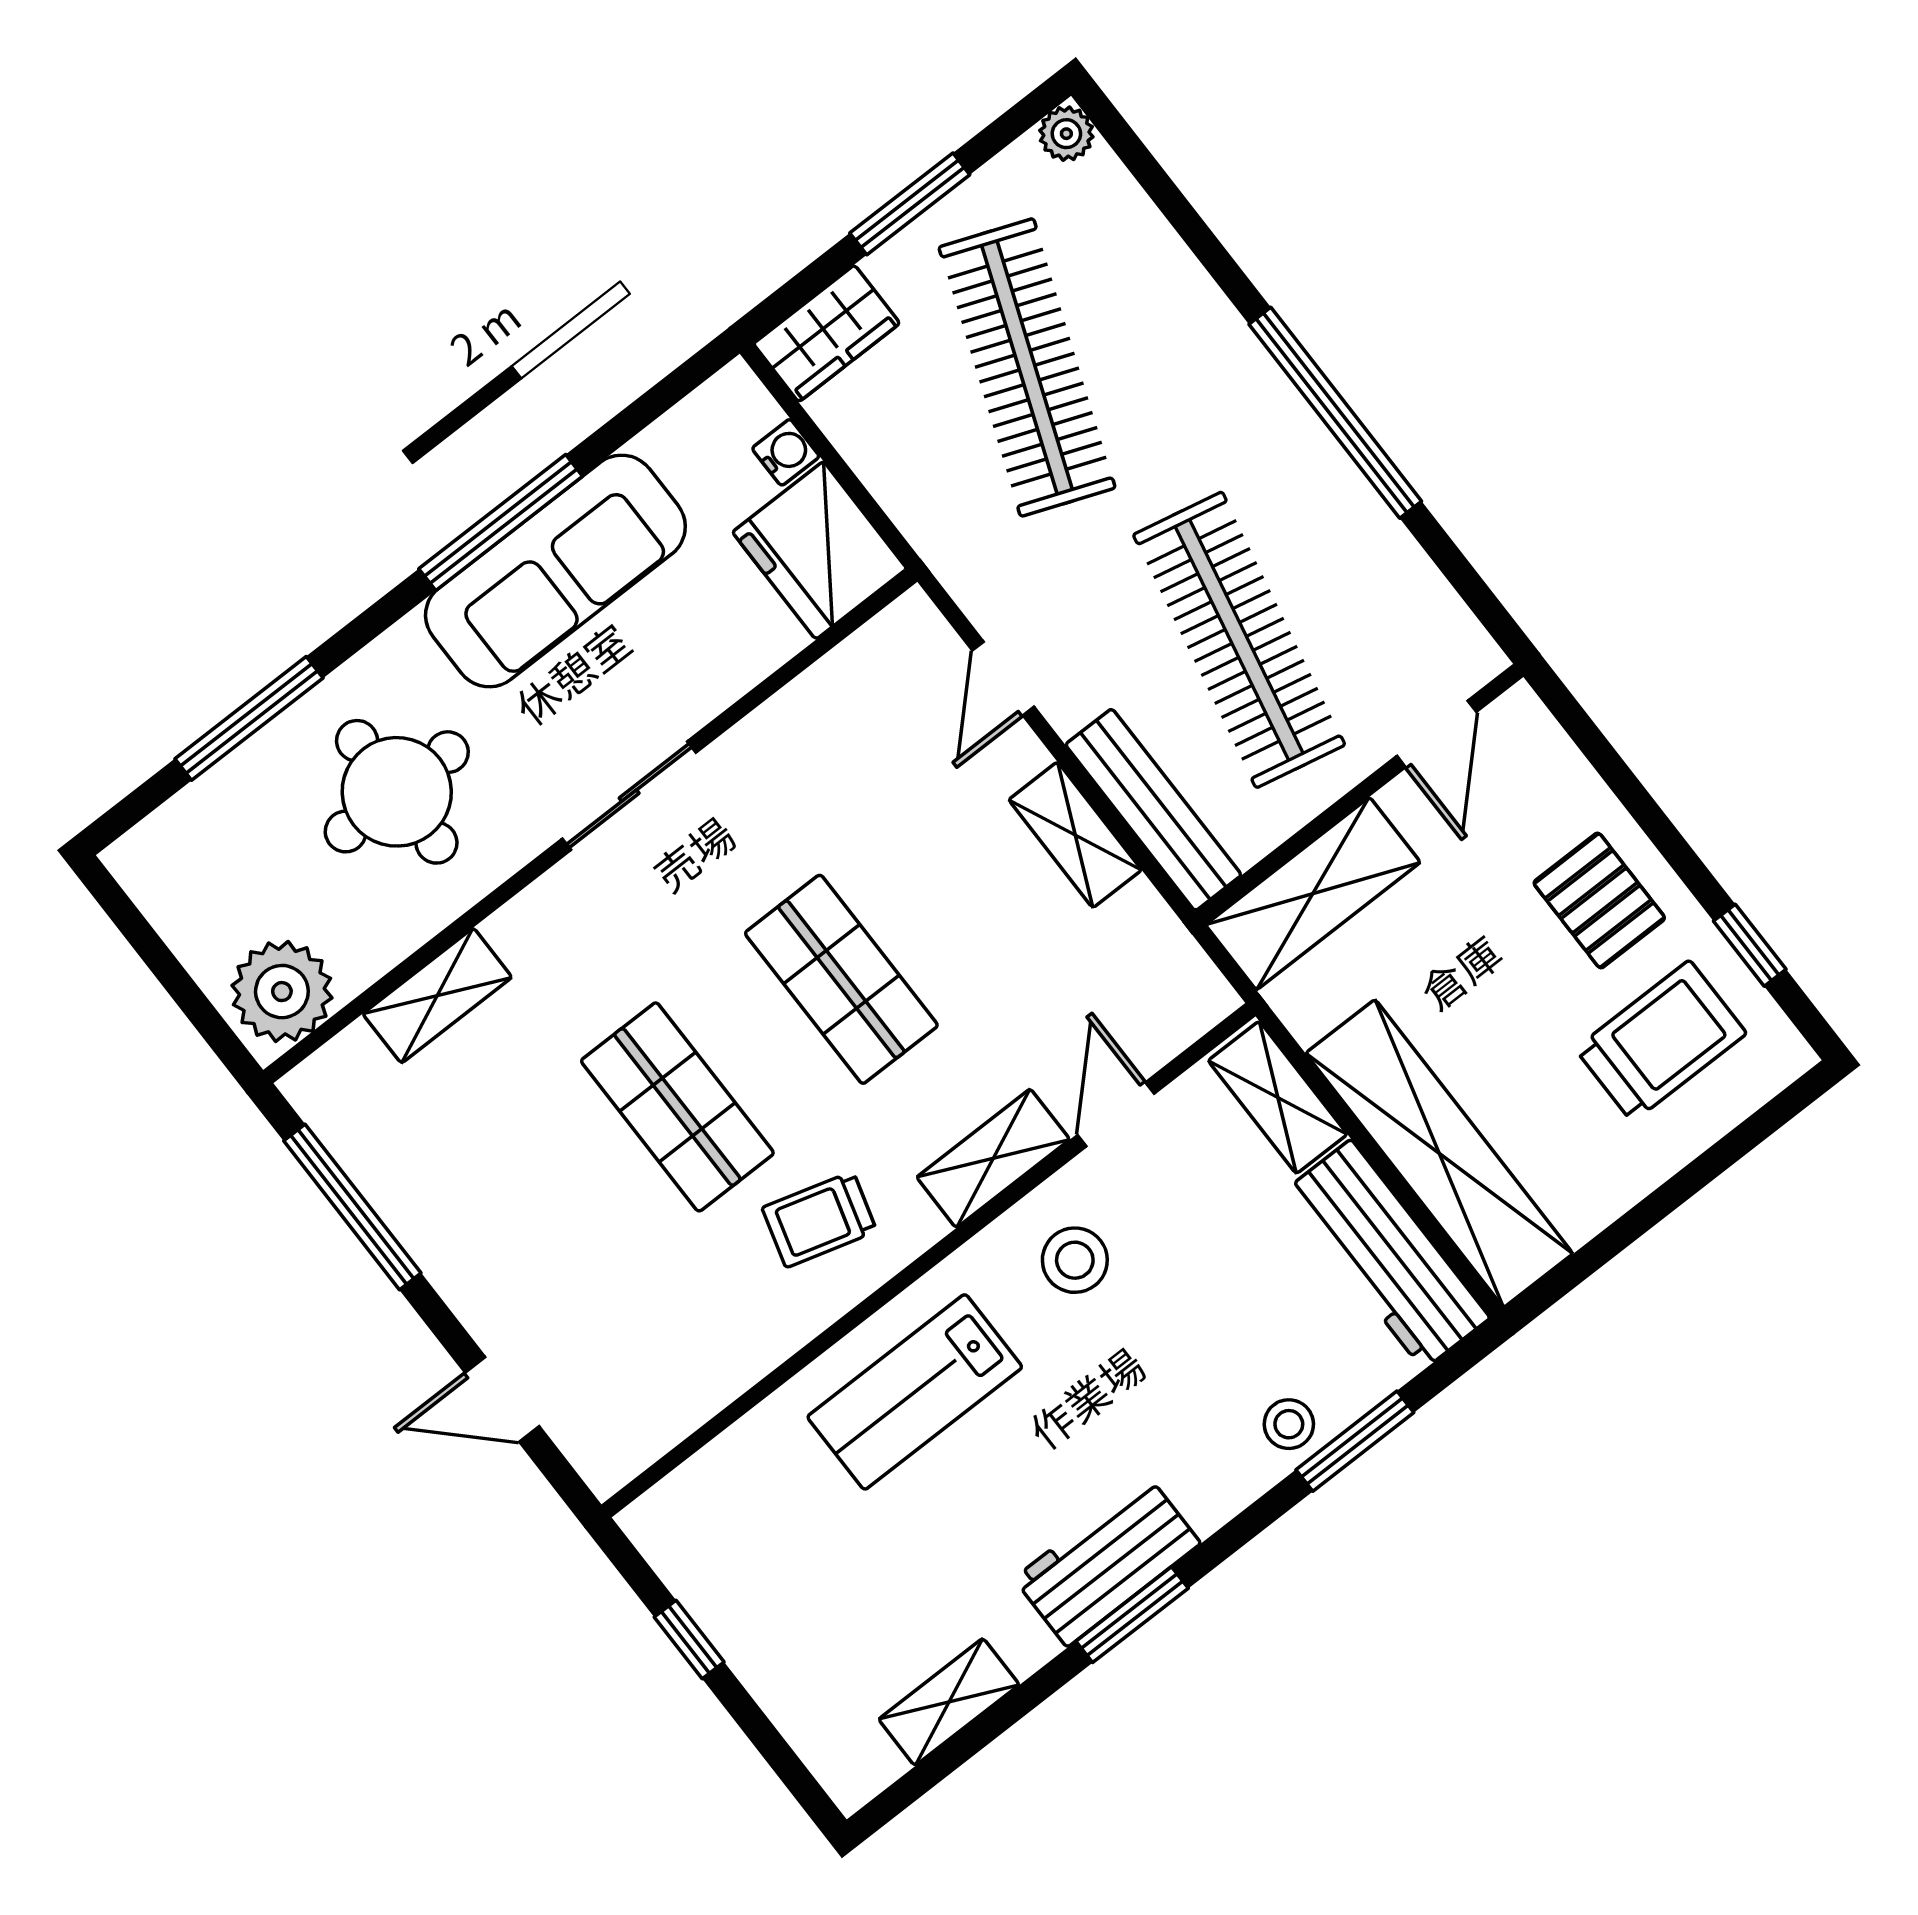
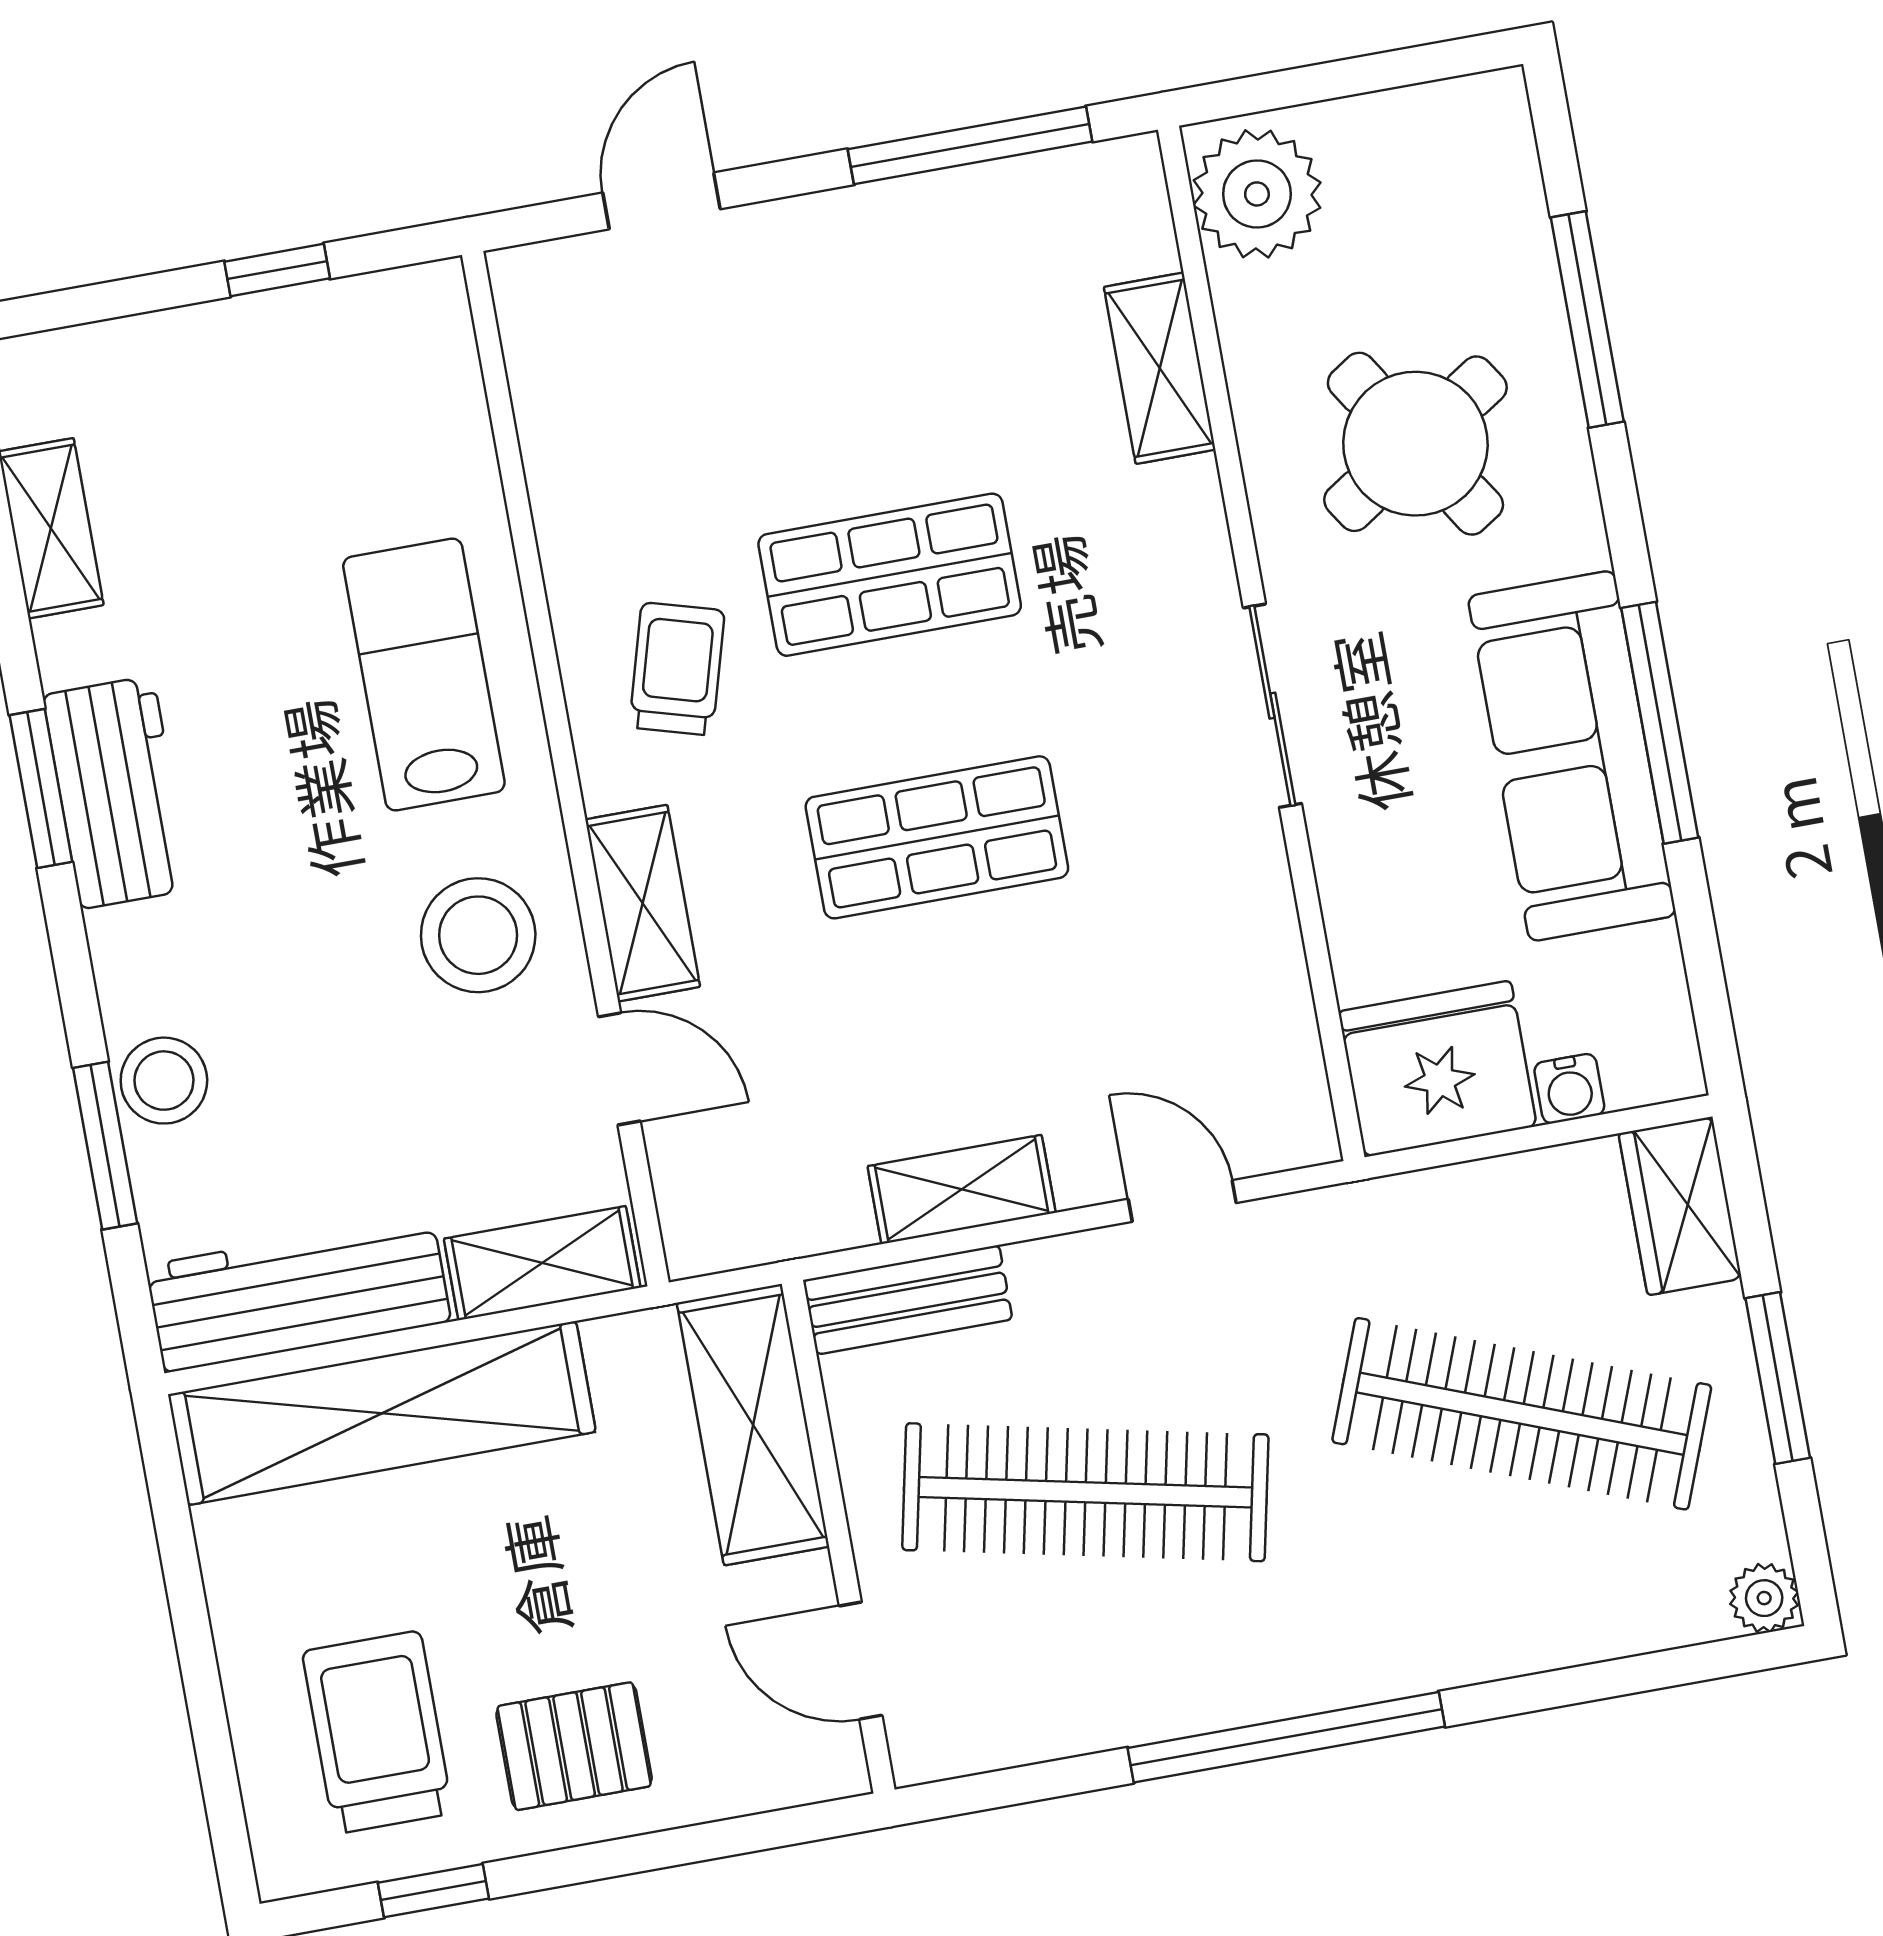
round table: (397, 792) -> (1415, 444), turned -33
bench: (1153, 810) -> (908, 1300), width x0.73
trolley: (1661, 1041) -> (377, 1732), turned 180
stool: (1075, 1260) -> (478, 935), width x1.38, depth x1.38
stool: (1289, 1424) -> (164, 1081), width x1.37, depth x1.37

